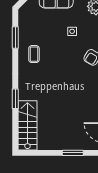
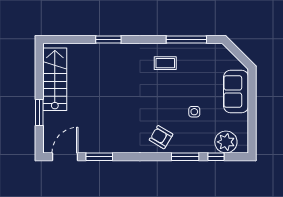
window: (15, 37) -> (186, 39), width x1.44
stairs: (27, 125) -> (55, 79), moved, turned -90

